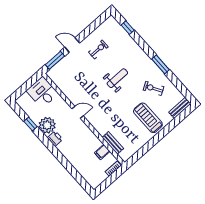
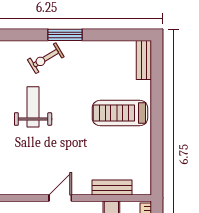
exercise bike: (153, 88) -> (46, 58), moved
door: (78, 112) -> (60, 198), moved

